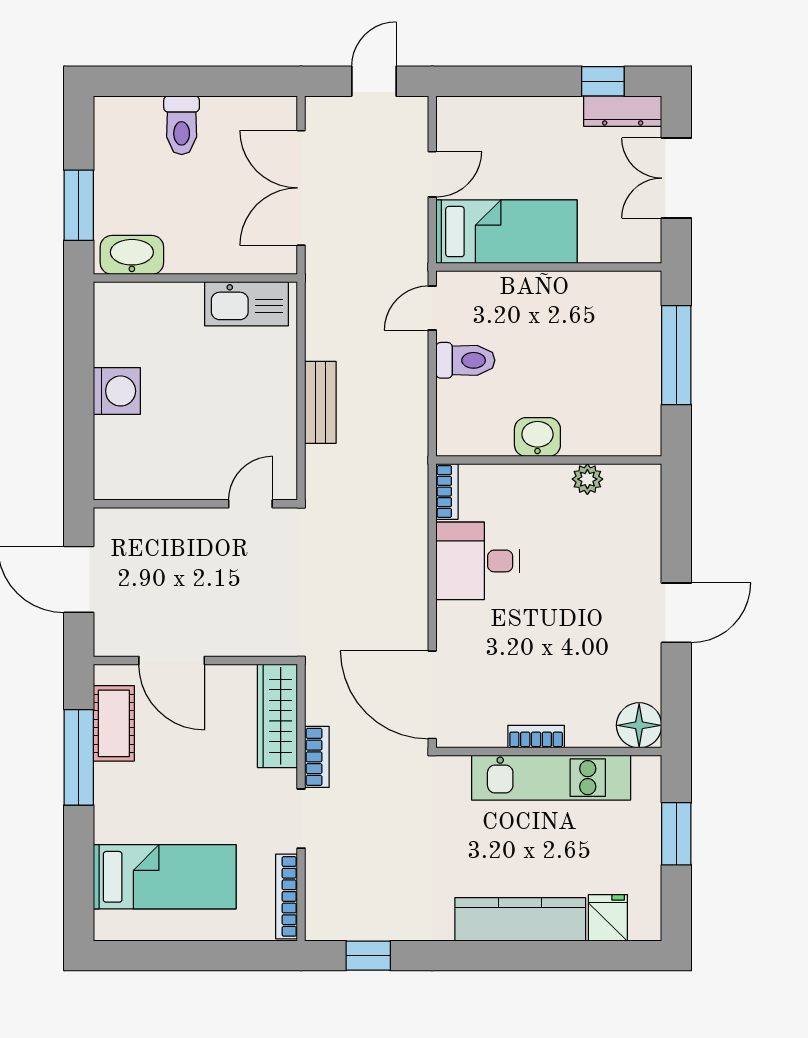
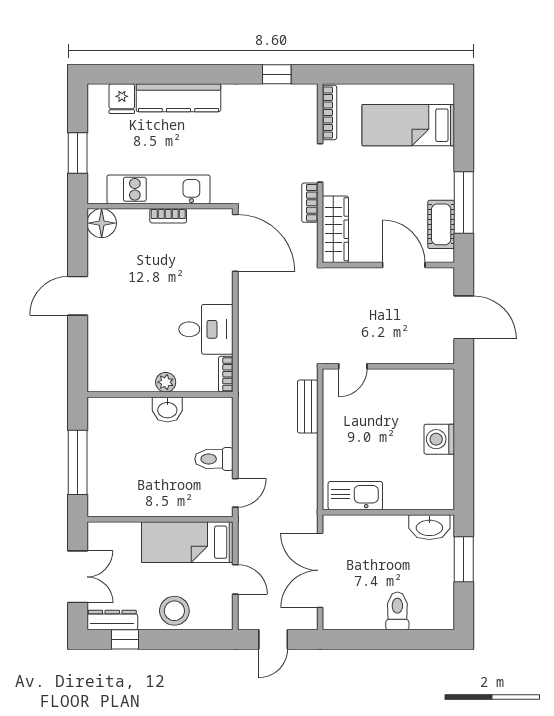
stool: (527, 125) -> (174, 611), added
door: (432, 174) -> (235, 579), swing flipped
double door: (301, 188) -> (320, 570), swing flipped
bench: (320, 402) -> (308, 407), moved
plant: (587, 479) -> (166, 382), moved

